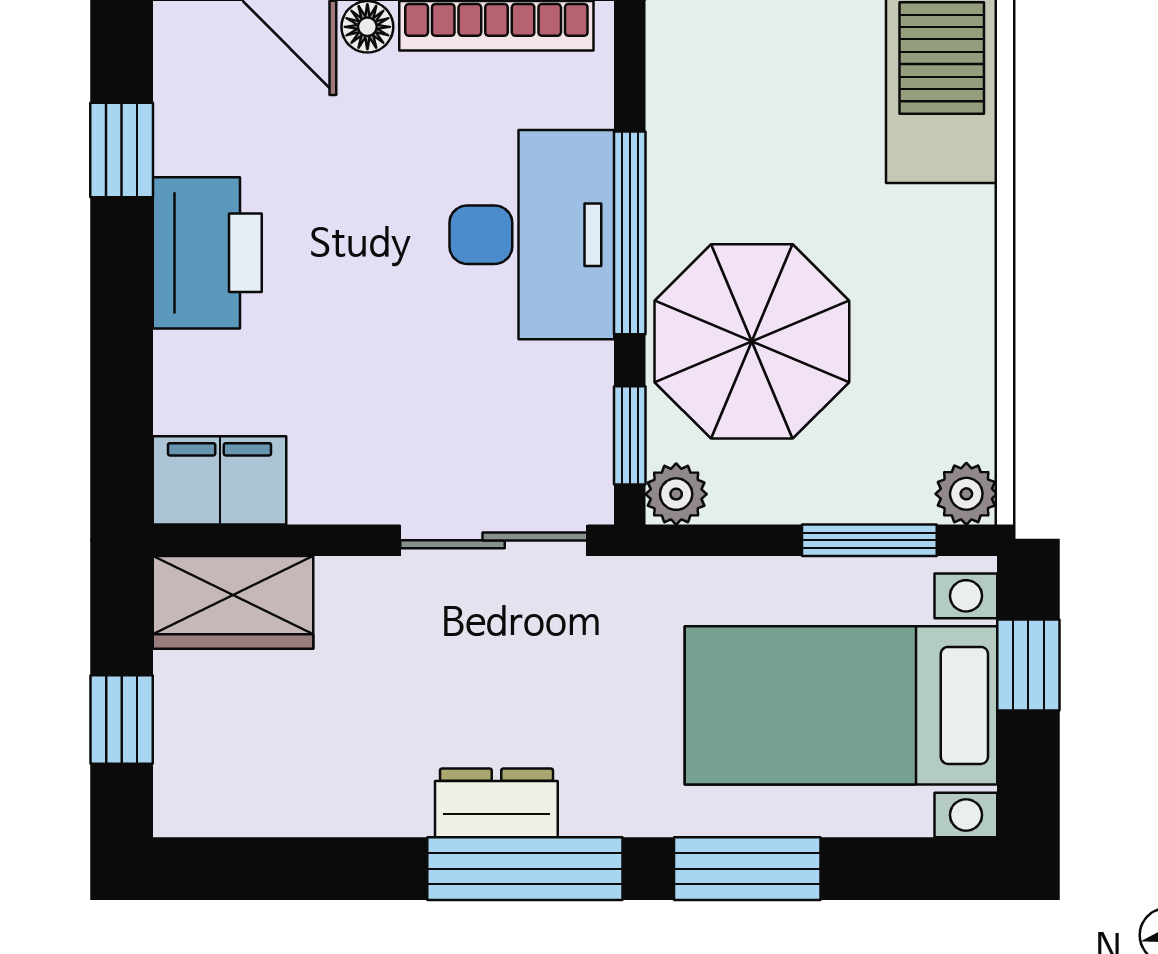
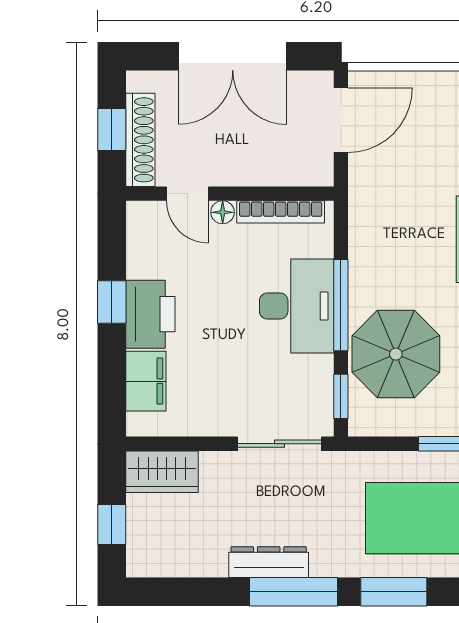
window: (122, 150) -> (112, 302), moved
filing cabinet: (220, 480) -> (146, 381), moved, turned 90
plant: (676, 494) -> (362, 423), removed
dresser: (496, 803) -> (269, 562), width x1.44

